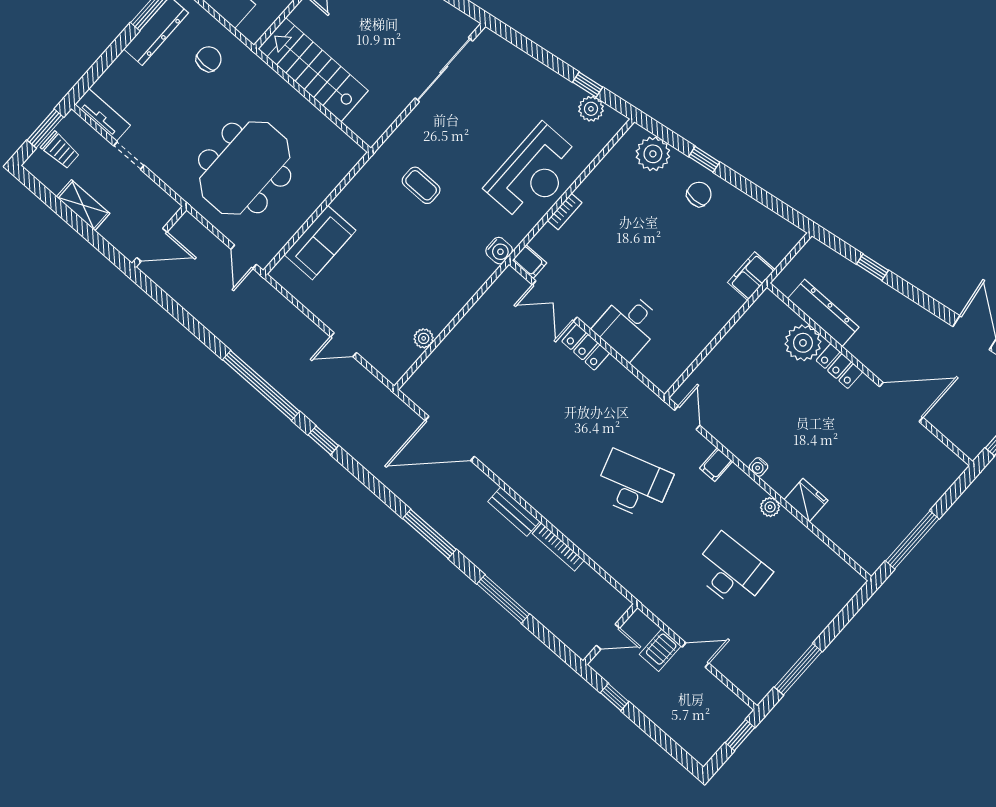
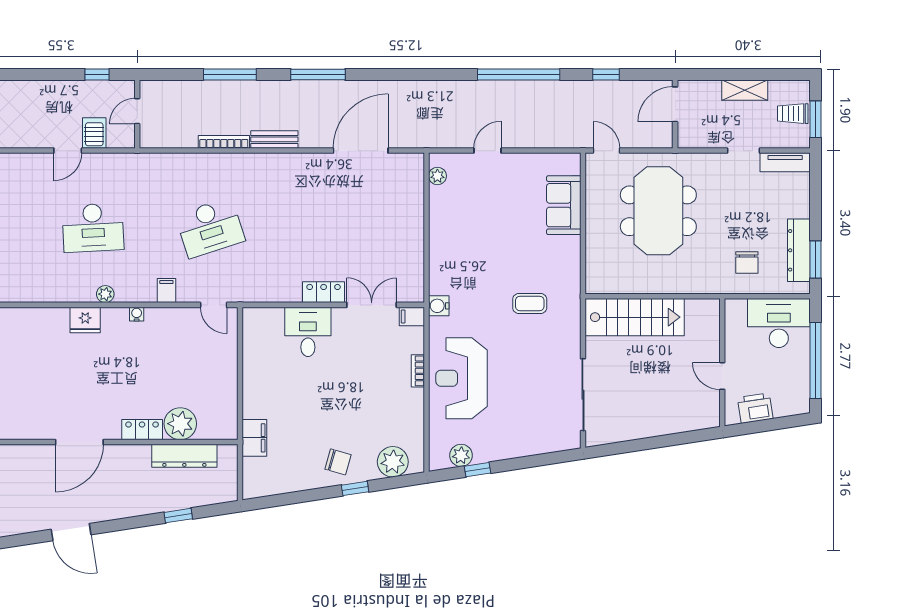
stairs: (313, 70) -> (635, 317), moved
chair: (699, 194) -> (338, 462), turned -74
plant: (424, 338) -> (437, 176), moved
window: (323, 440) -> (606, 74), moved

